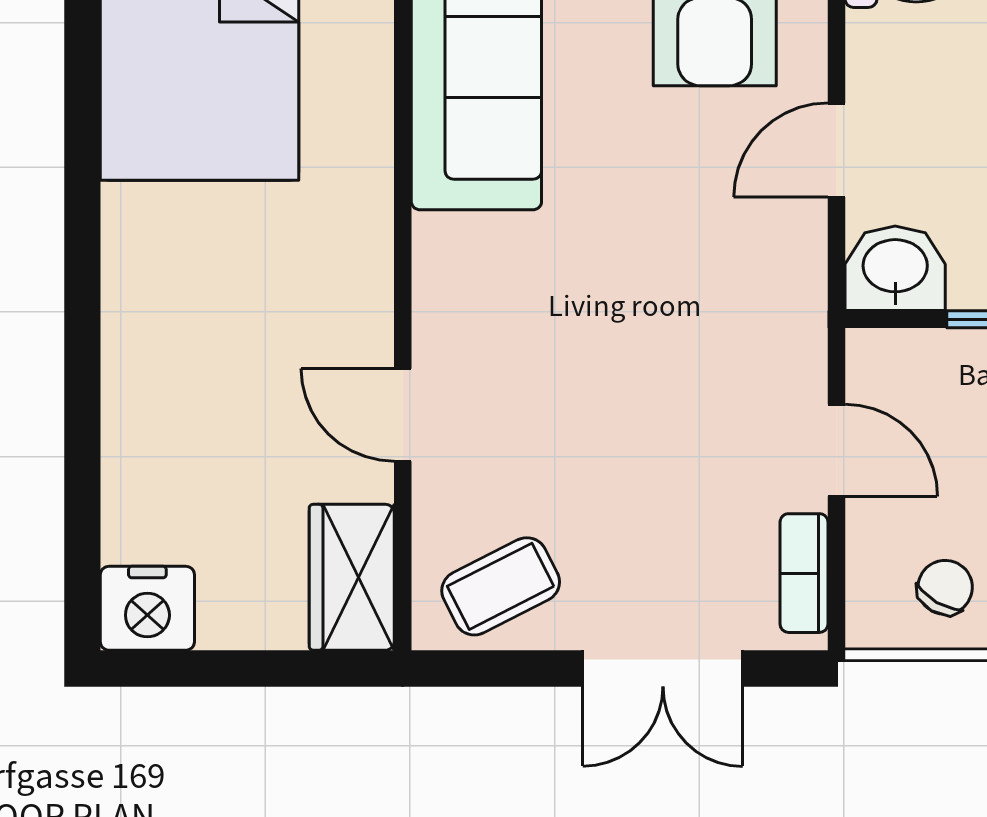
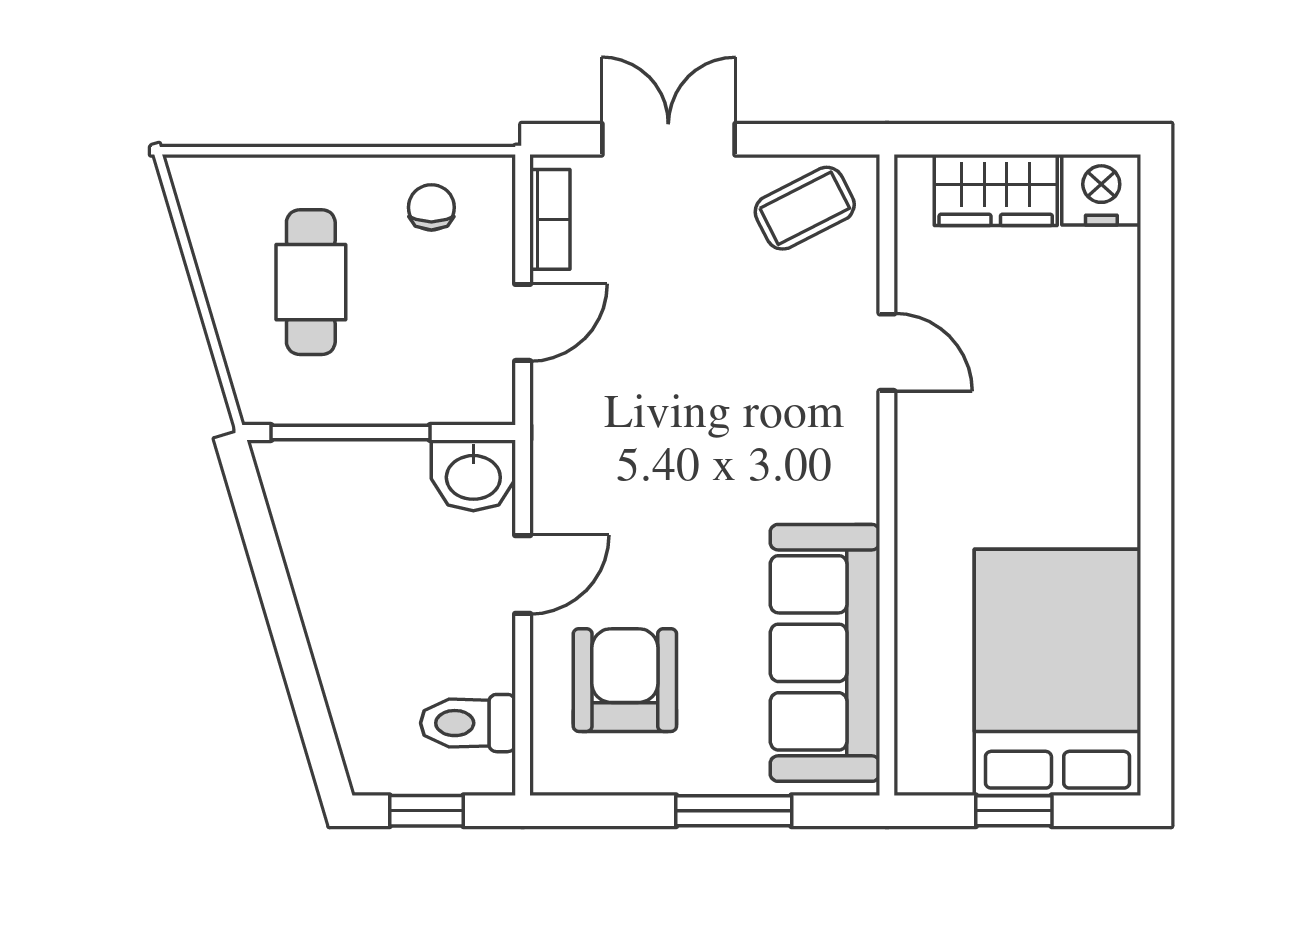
door: (836, 450) -> (523, 322), swing flipped
wardrobe: (352, 577) -> (996, 190), moved, turned 90
chair: (945, 587) -> (431, 207), turned 150

